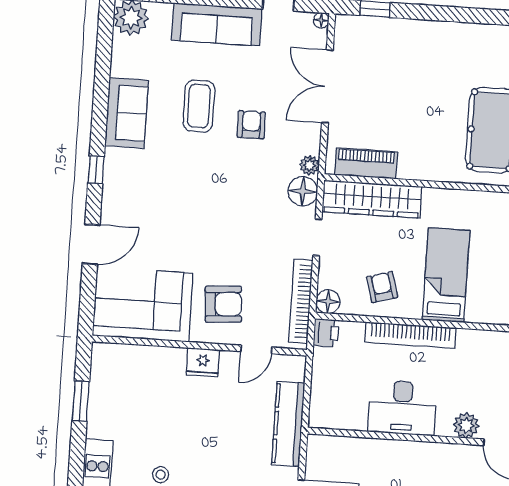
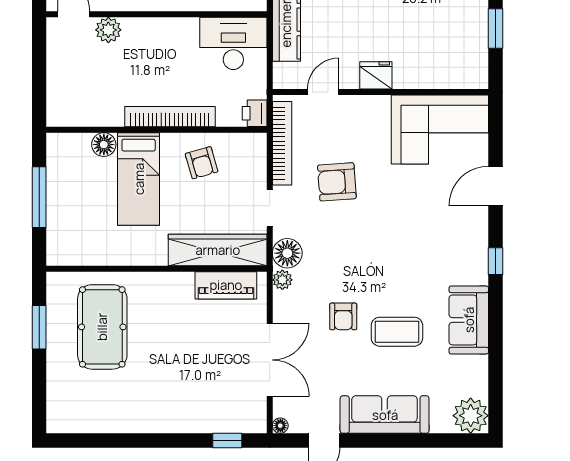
coffee table: (199, 106) -> (397, 332), turned 90
floor lamp: (328, 302) -> (104, 145), moved
armchair: (223, 304) -> (337, 182), moved
desk: (402, 408) -> (233, 43), moved

